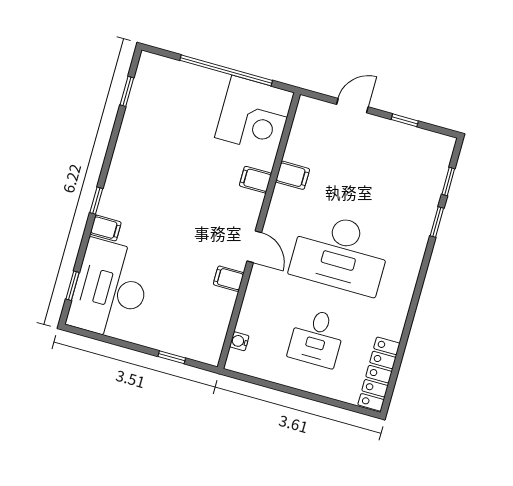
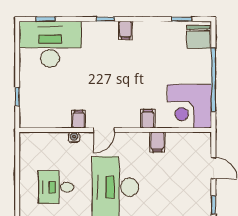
chair: (159, 75) -> (198, 37), added
filing cabinet: (106, 228) -> (125, 30), moved
water cooler: (239, 341) -> (74, 137), moved

